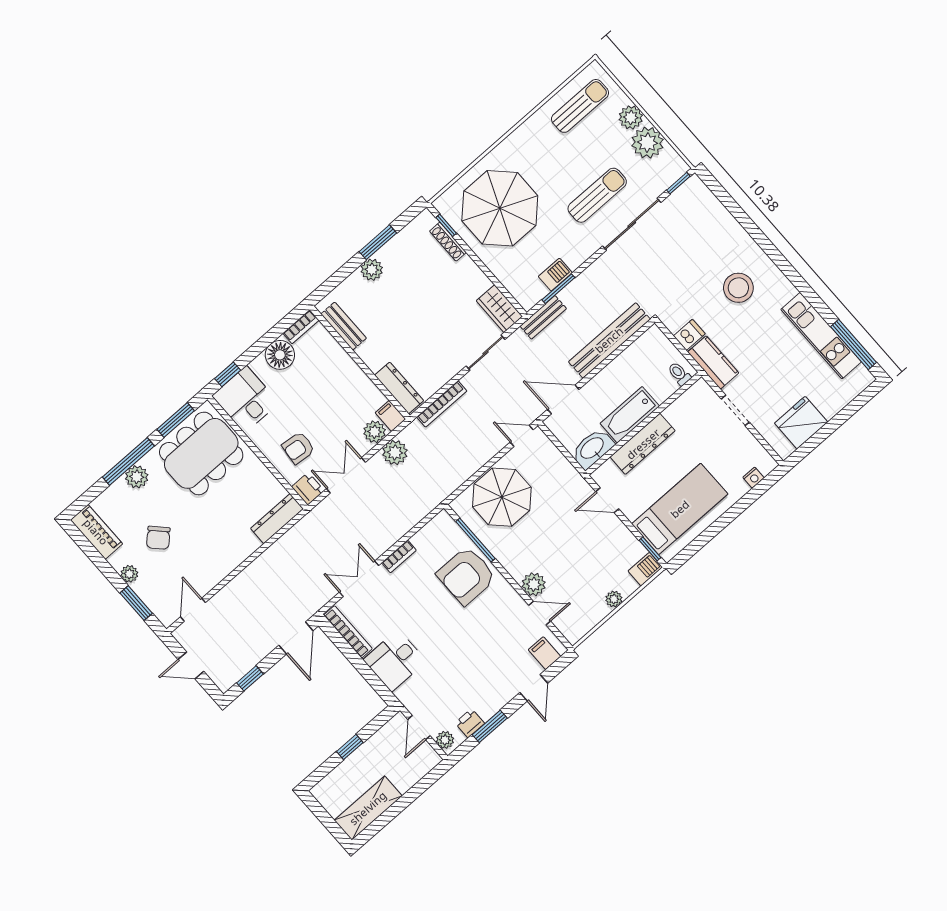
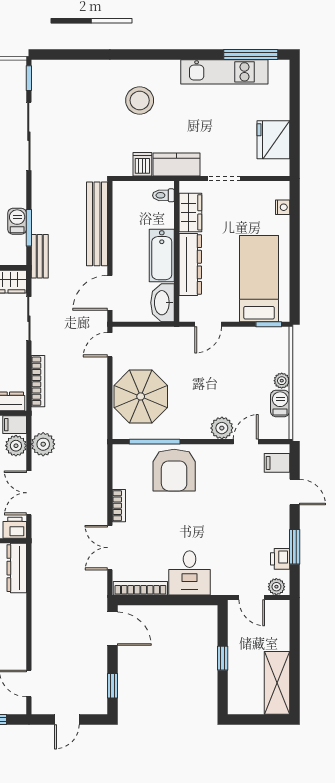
wardrobe: (684, 407) -> (190, 212), added
barbecue: (645, 569) -> (280, 403), moved

